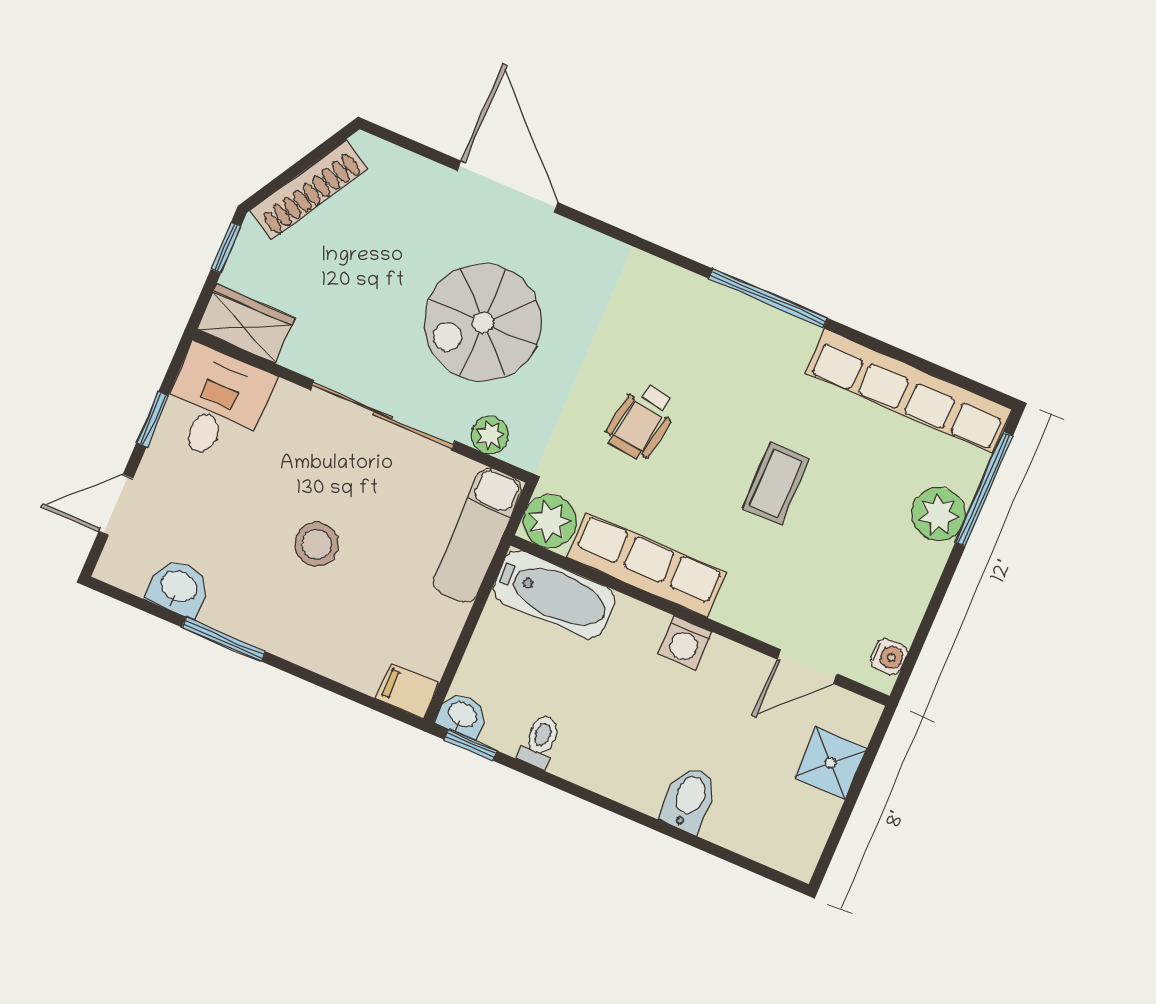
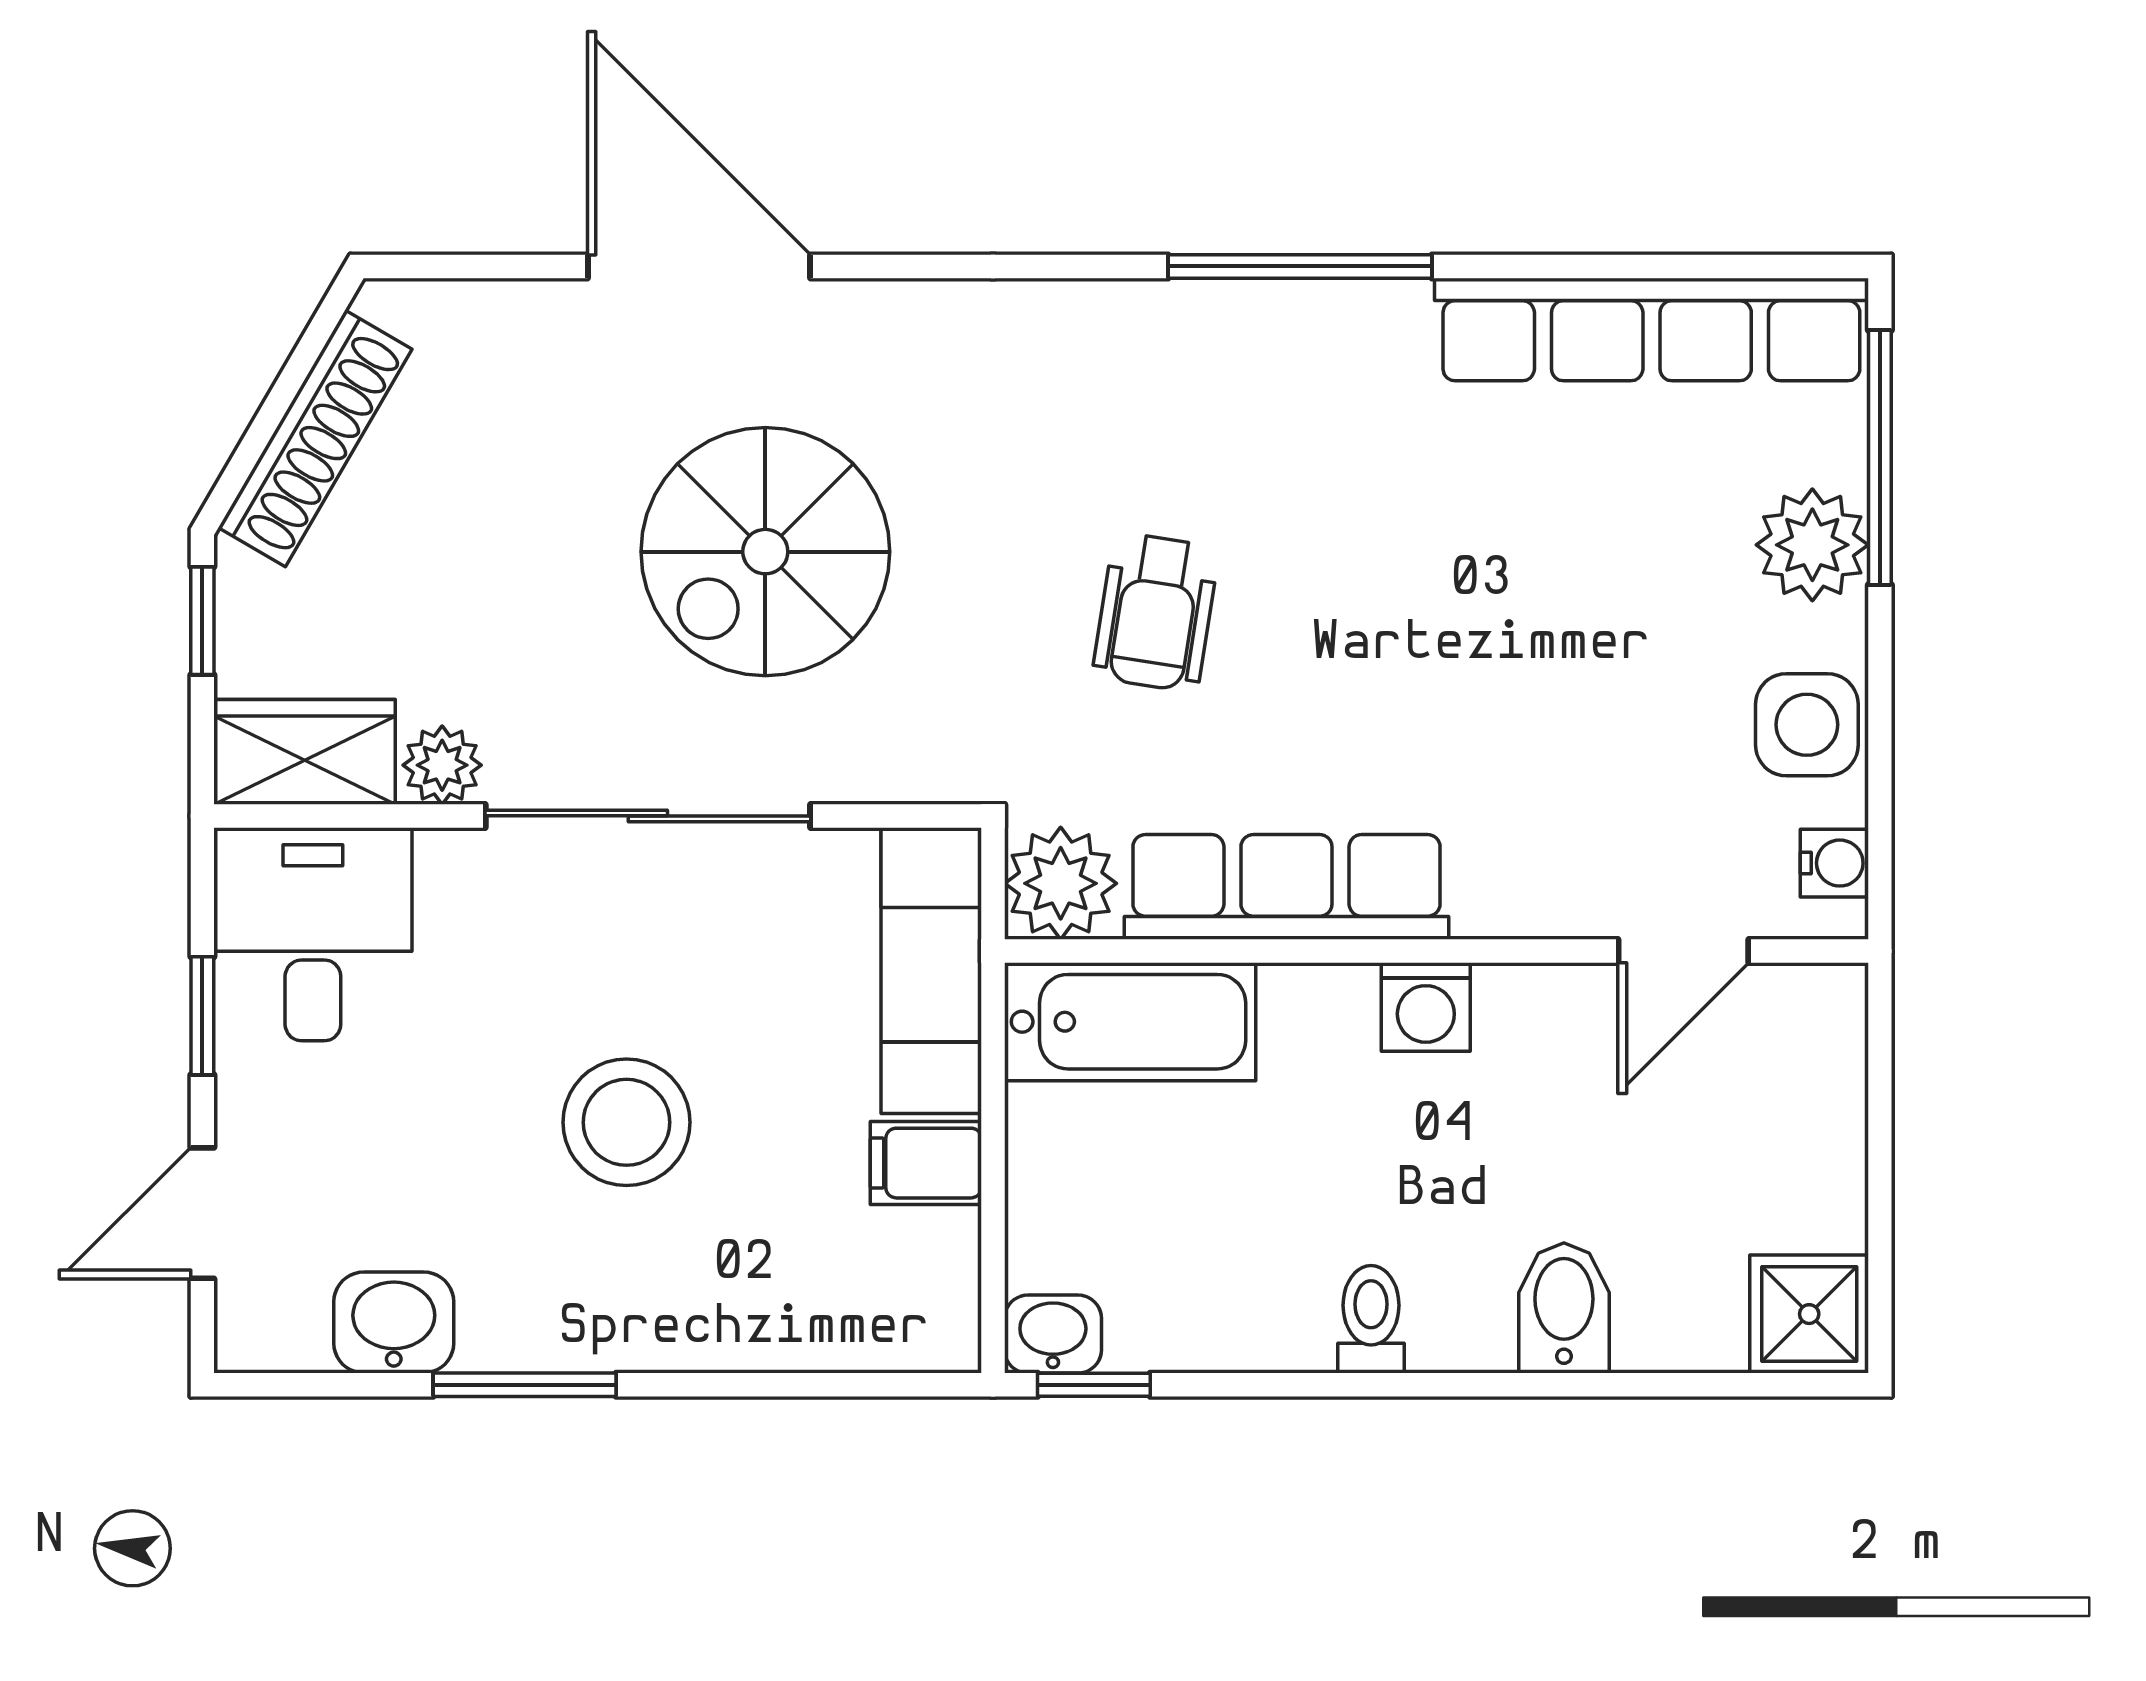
plant: (490, 435) -> (442, 765), moved
coffee table: (776, 484) -> (1470, 621), removed
stool: (317, 544) -> (626, 1122), width x1.38, depth x1.38
side table: (903, 591) -> (1807, 725), added
filing cabinet: (408, 691) -> (926, 1163), moved
toilet: (540, 741) -> (1371, 1319), moved
shower: (830, 763) -> (1809, 1314), moved

